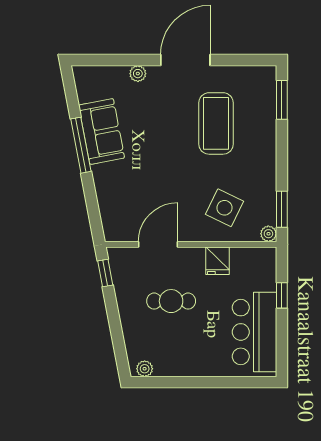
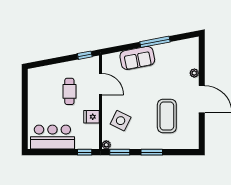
window: (282, 100) -> (152, 152), moved
coffee table: (216, 123) -> (167, 116), turned 90
sofa: (102, 131) -> (137, 58), moved
window: (282, 295) -> (85, 152), moved
plant: (145, 369) -> (32, 77), removed

